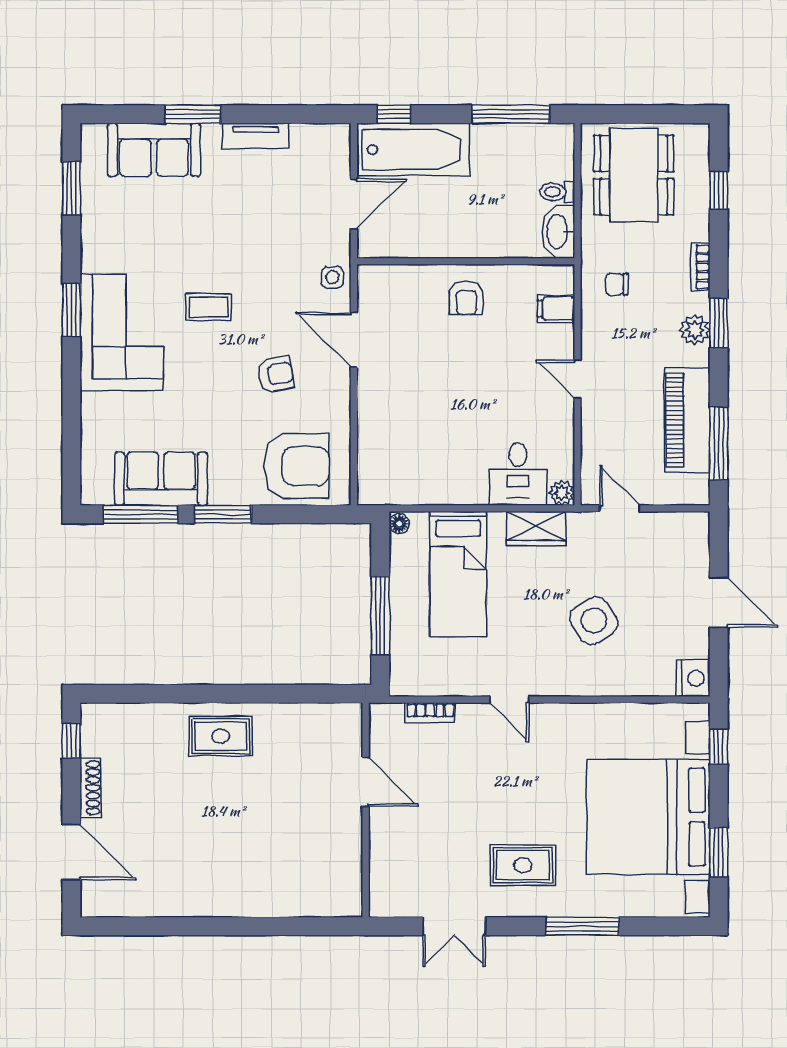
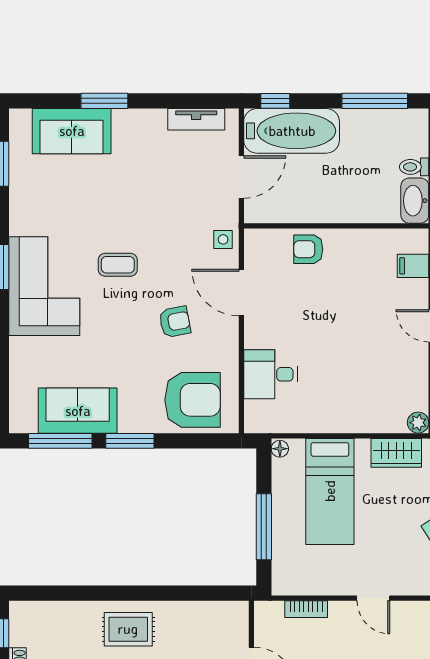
tv unit: (256, 136) -> (196, 119), moved
armchair: (466, 298) -> (308, 249), moved, turned 90
desk: (518, 474) -> (270, 374), moved, turned 90

